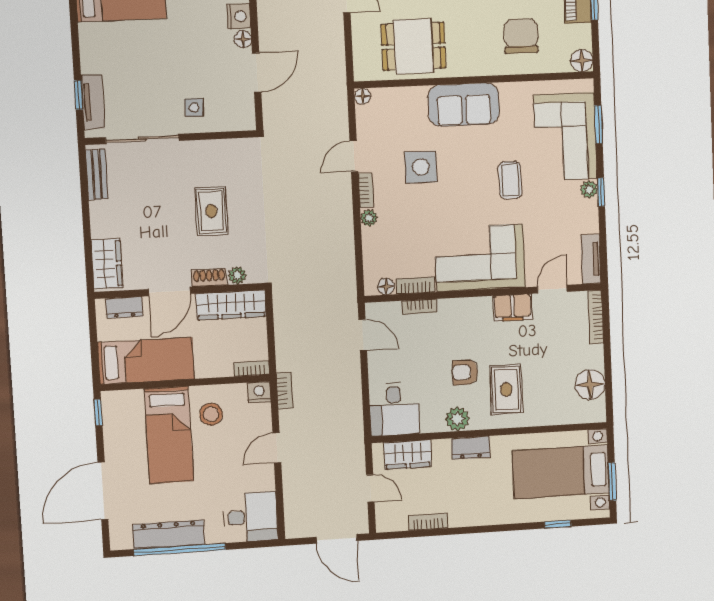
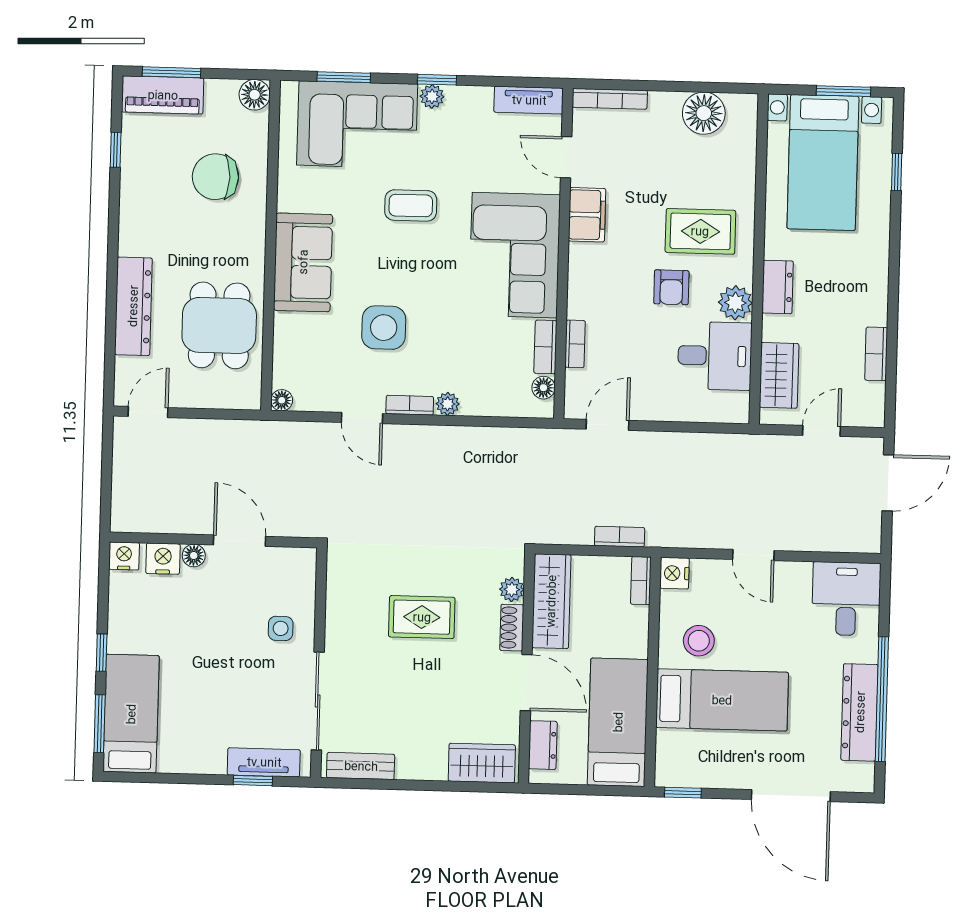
bookcase: (284, 391) -> (620, 537), moved
desk: (394, 409) -> (715, 356), moved

